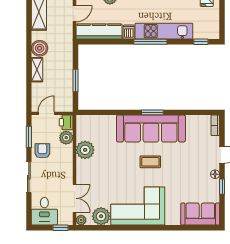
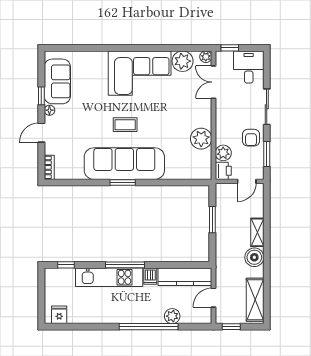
sofa: (200, 214) -> (57, 81), moved, turned -90

